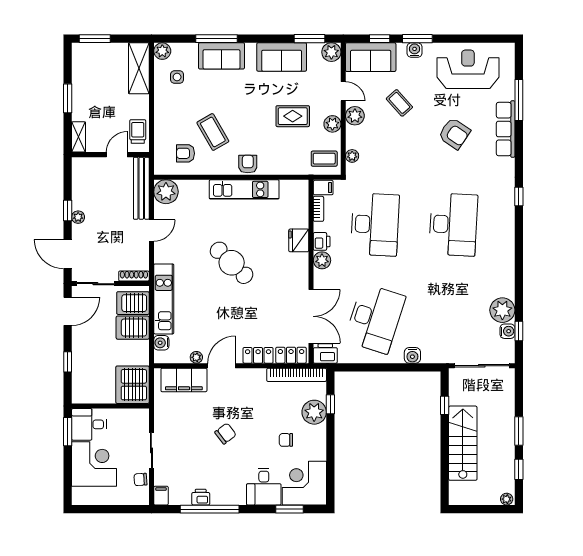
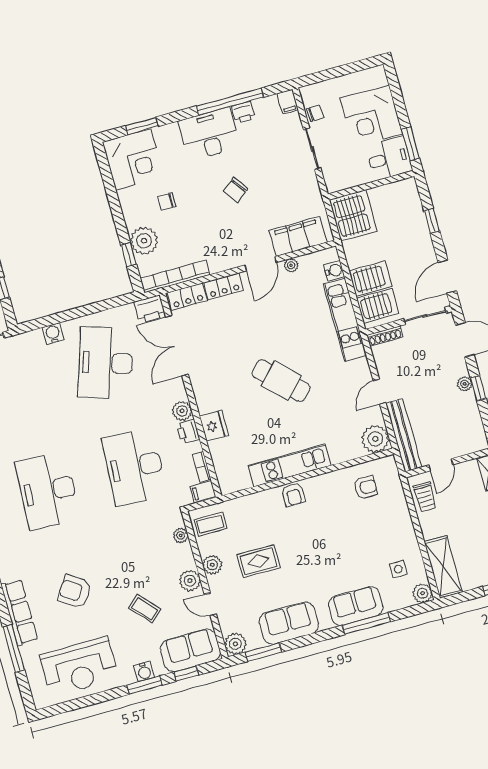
coffee table: (213, 132) -> (342, 519), removed
chair: (286, 440) -> (167, 201), turned 180
desk: (264, 487) -> (209, 134), moved, width x1.37

